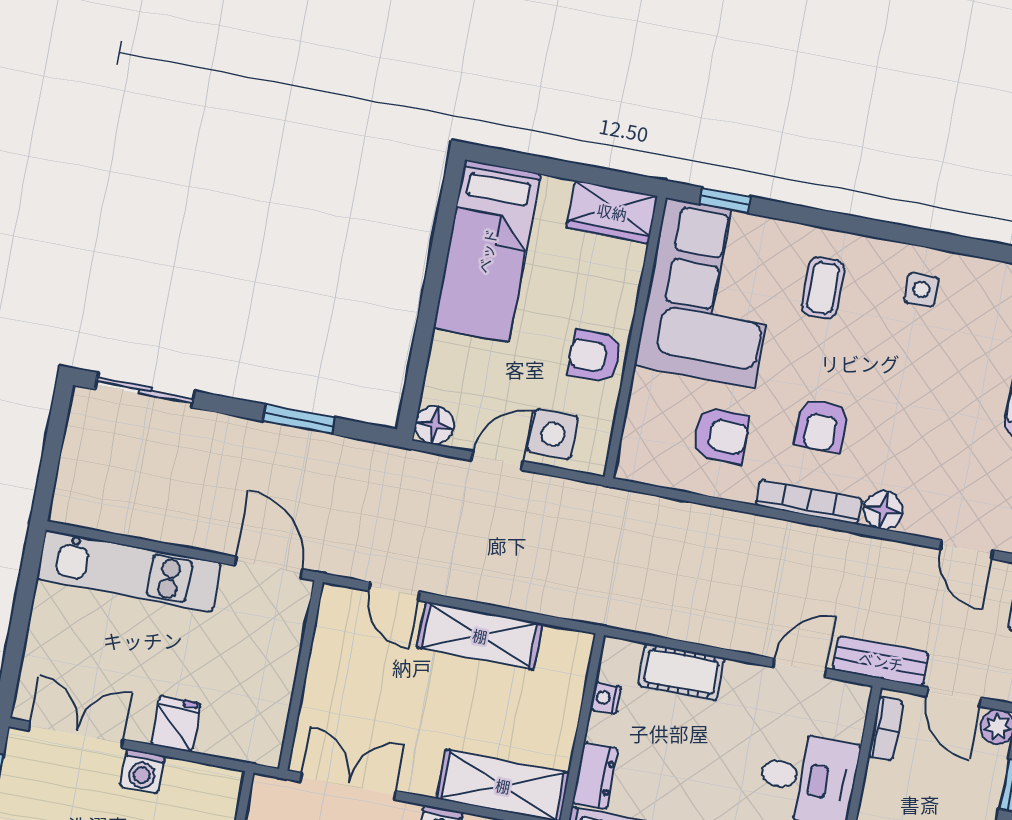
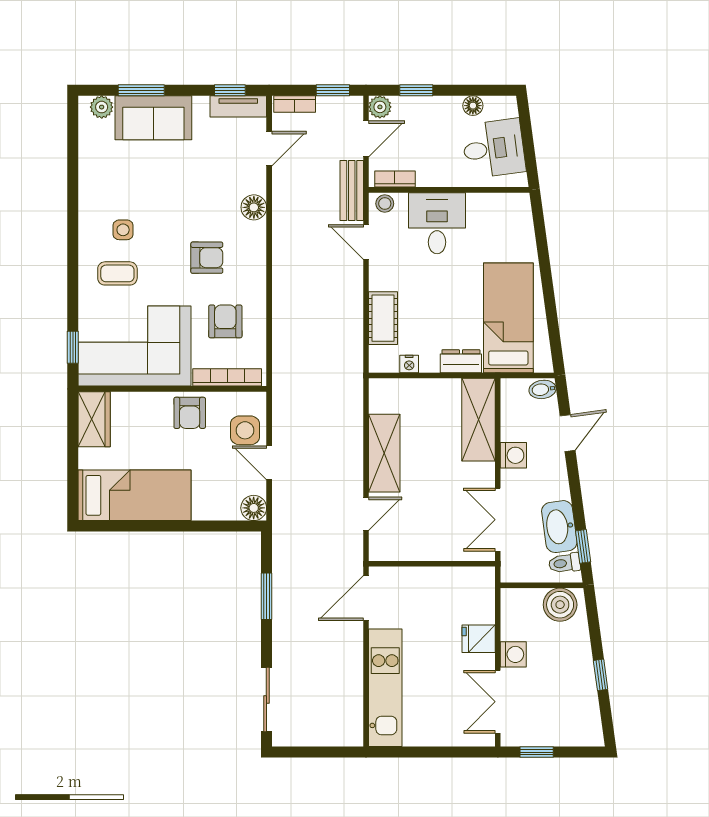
side table: (921, 290) -> (123, 230), moved
bookcase: (809, 502) -> (227, 377), moved, turned 90
stool: (852, 707) -> (385, 204), added

